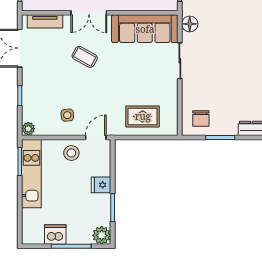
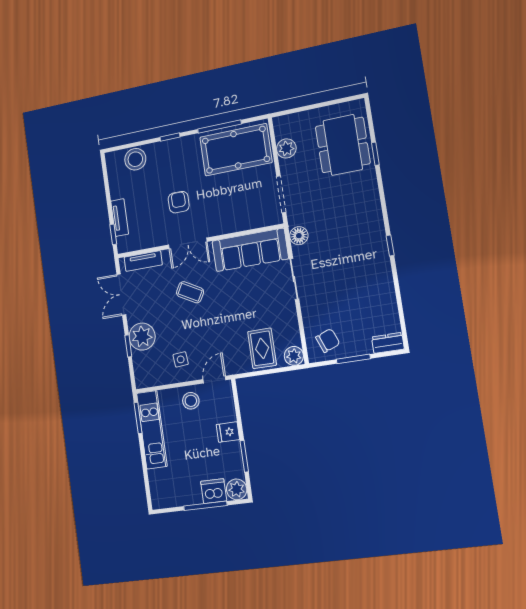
rug: (143, 116) -> (262, 348), turned 90
chair: (201, 118) -> (328, 341), turned -111
plant: (170, 127) -> (294, 356), added
plant: (28, 129) -> (142, 337), moved, width x1.87, depth x1.87
dishwasher: (55, 234) -> (214, 491), moved

